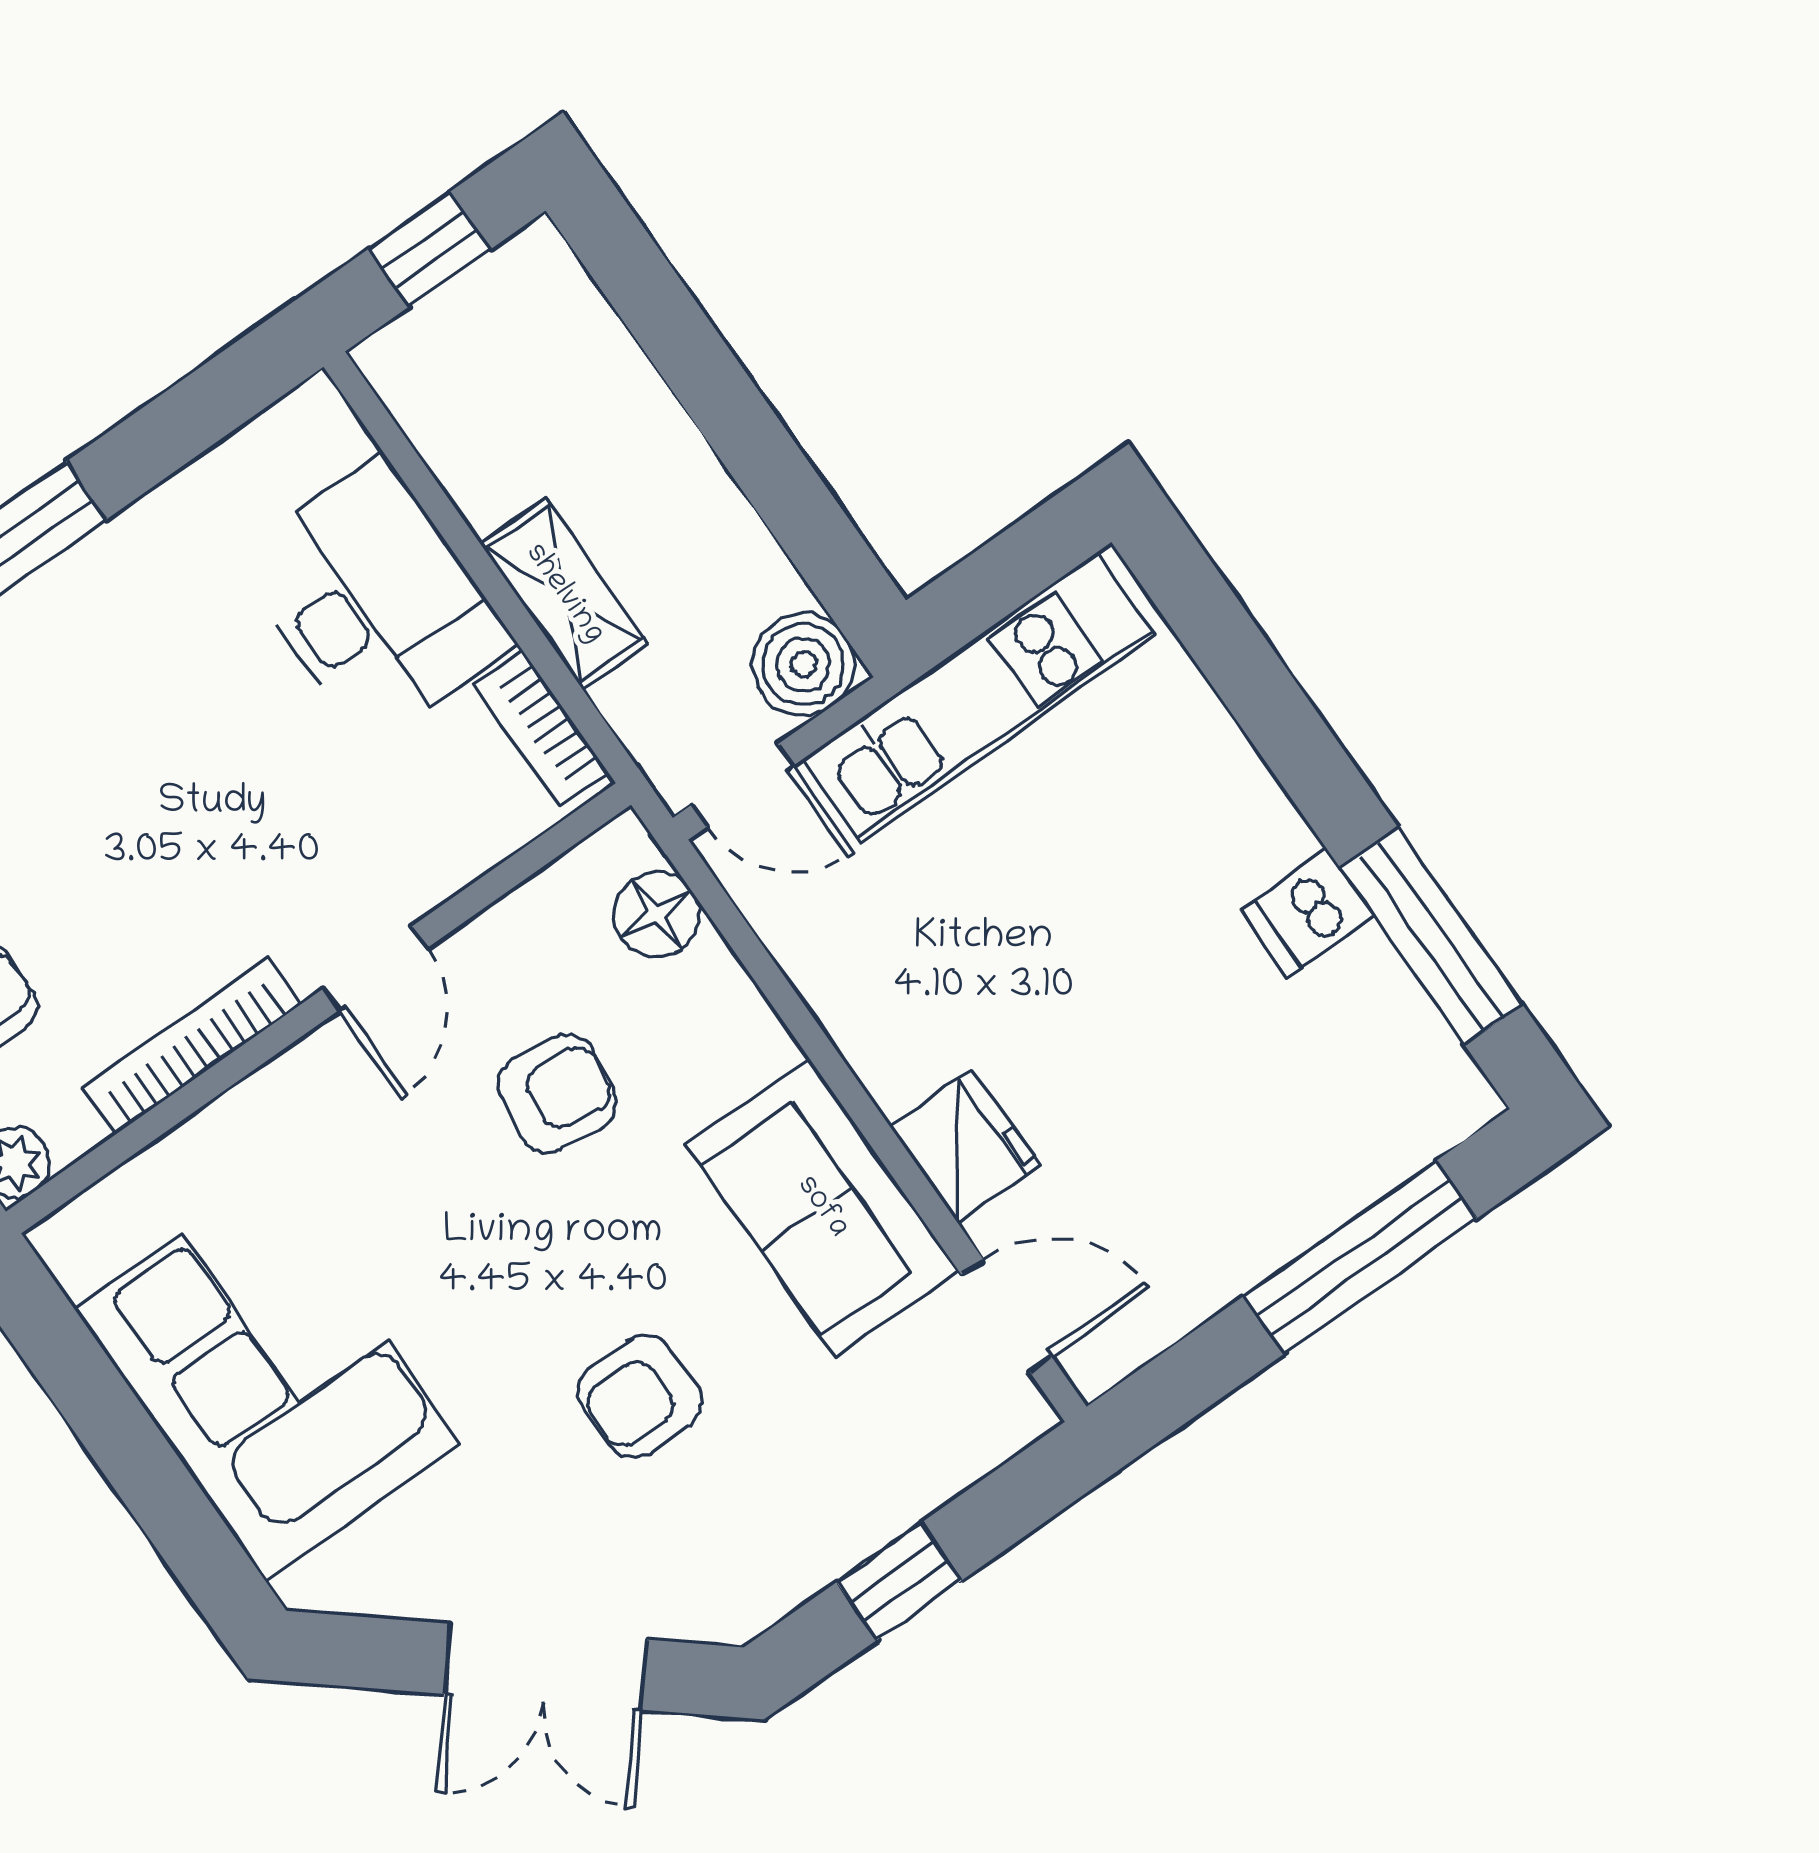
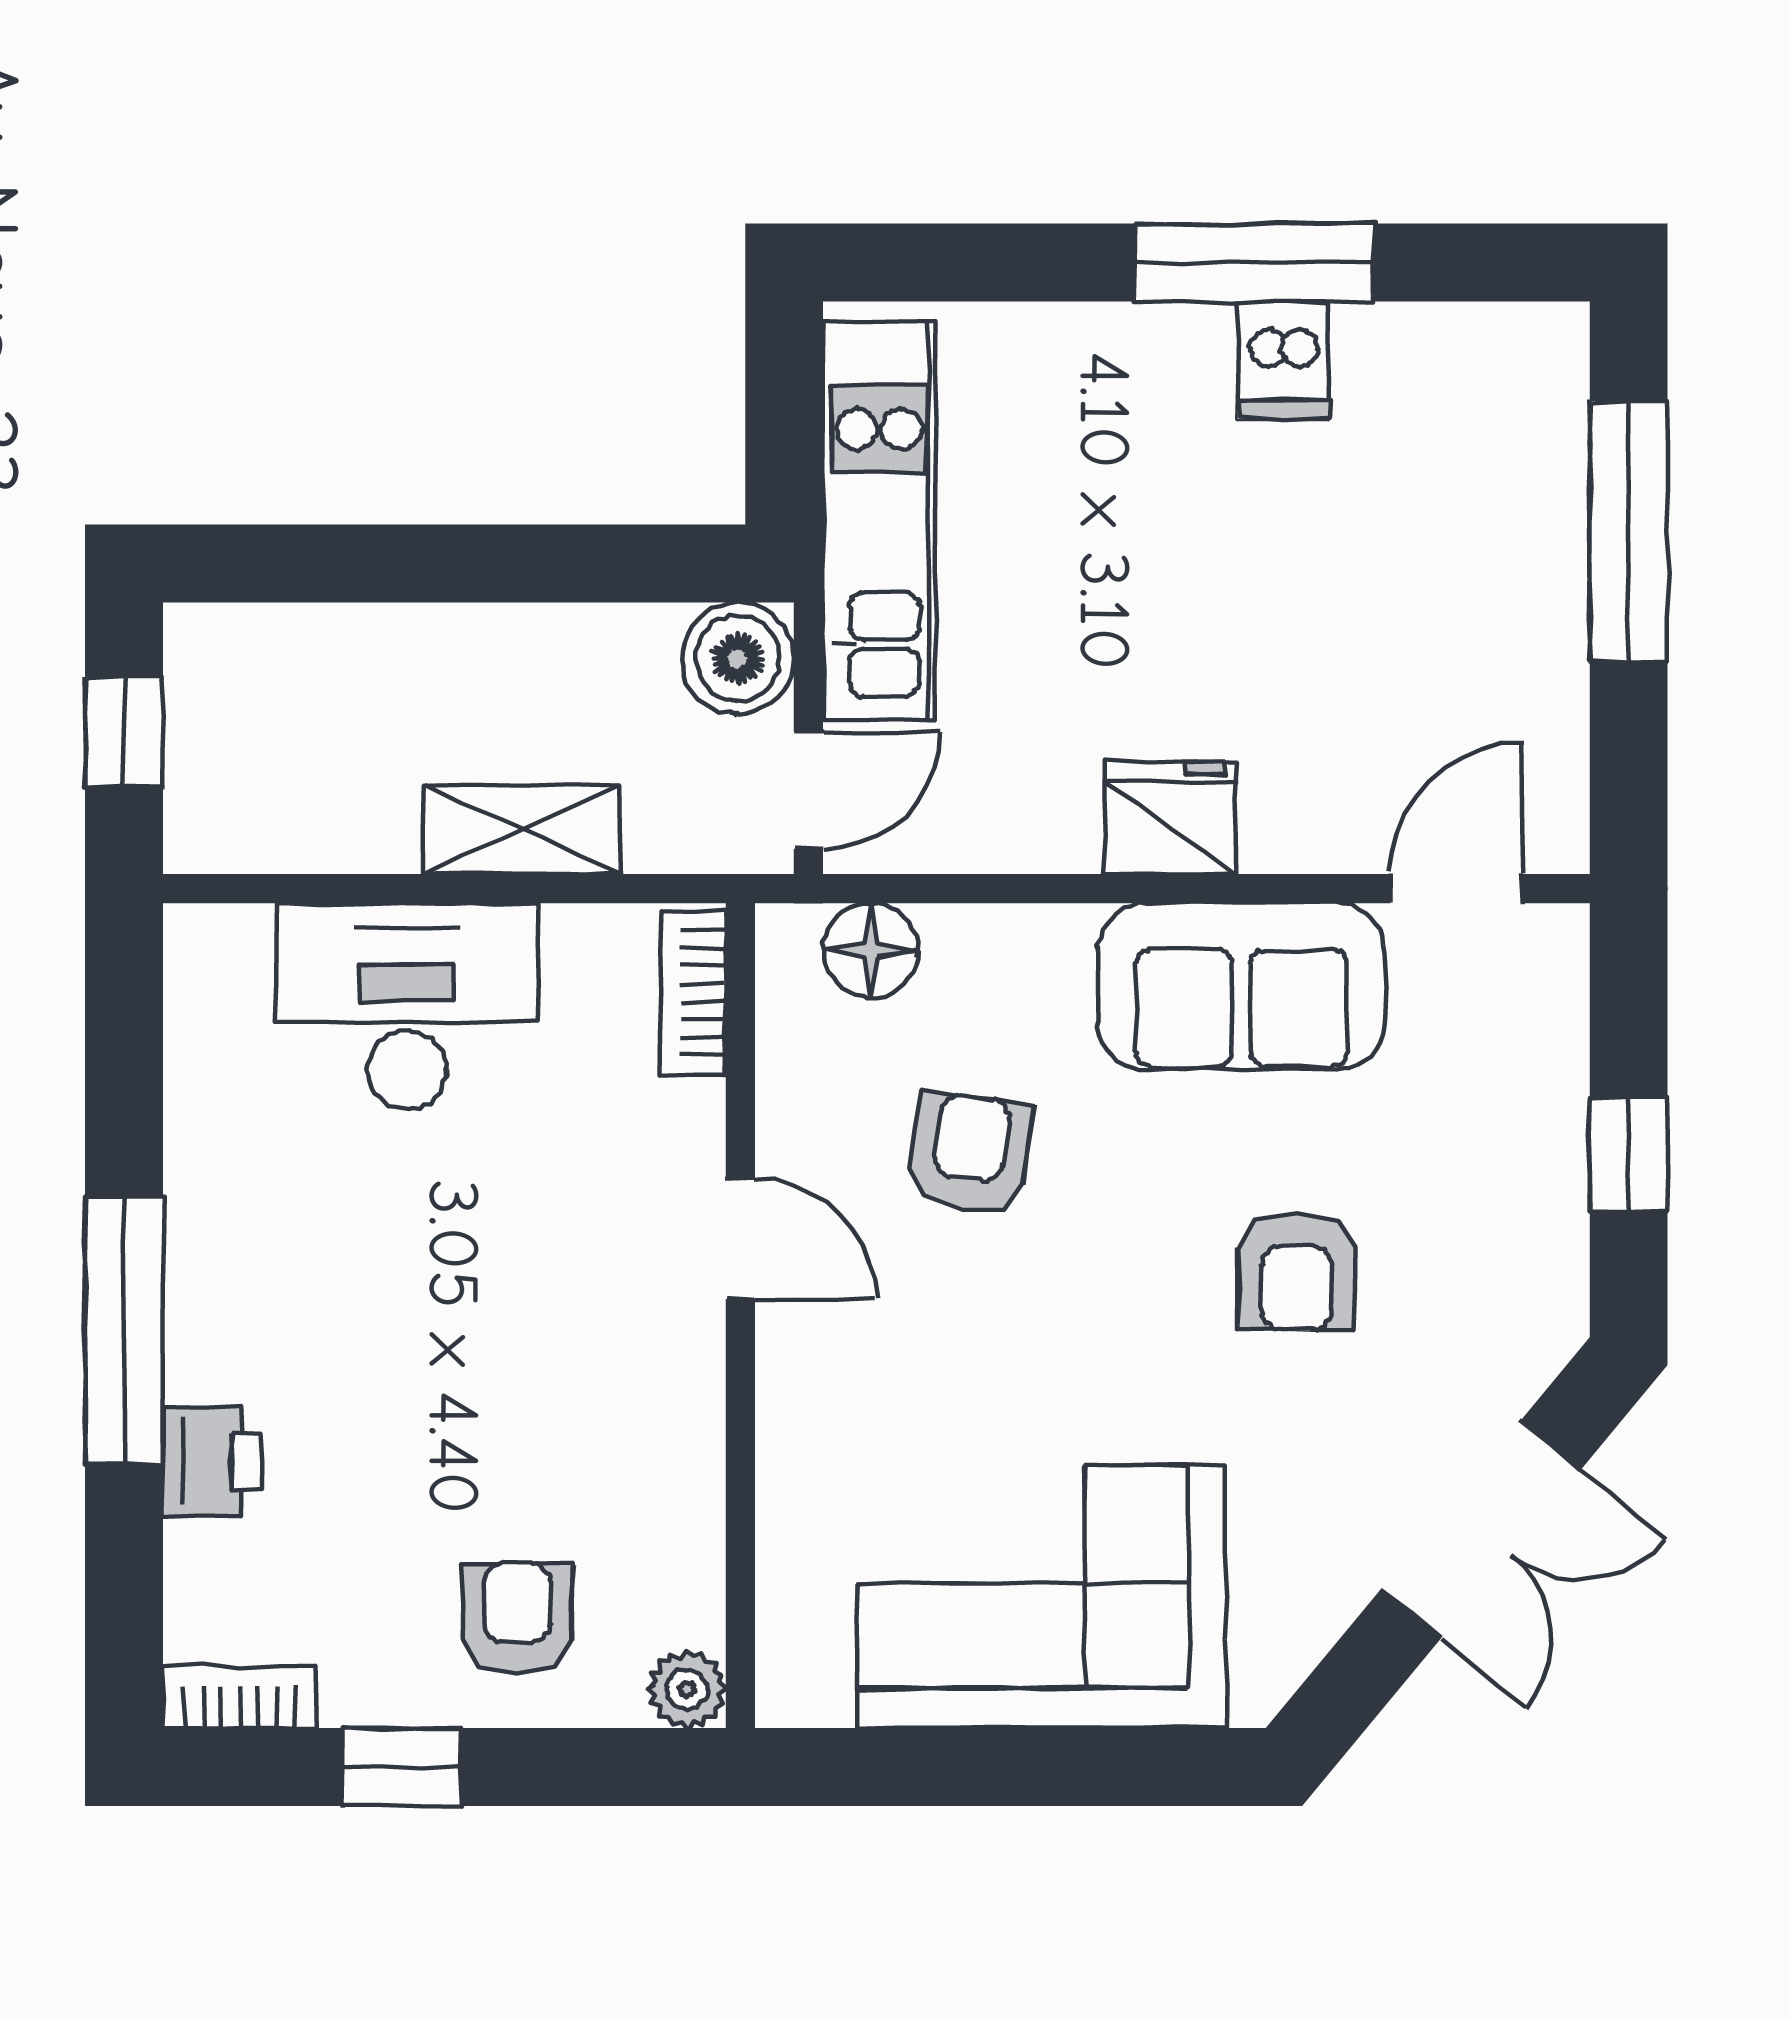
bookcase: (541, 728) -> (693, 993), moved, turned 90
window: (1431, 936) -> (1254, 263), moved
bookcase: (192, 1046) -> (694, 1454), removed
fridge: (965, 1145) -> (1171, 818), moved

